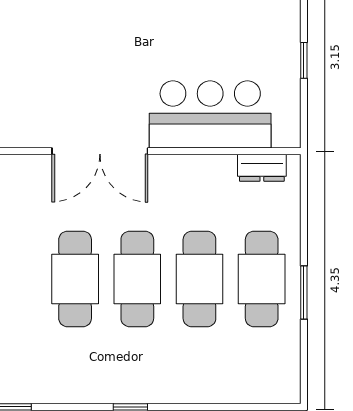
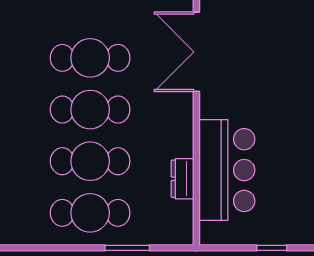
double door: (100, 151) -> (196, 52), moved
dresser: (262, 168) -> (183, 179), moved
window: (304, 292) -> (127, 248), moved

